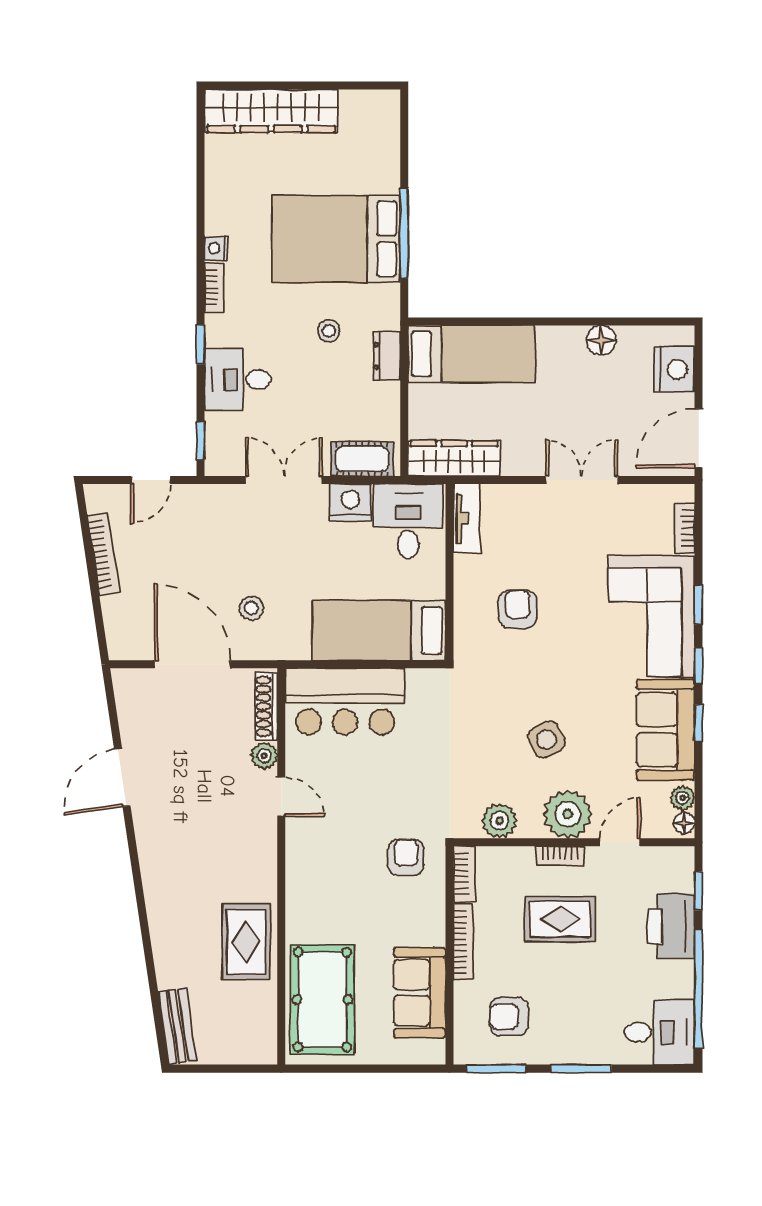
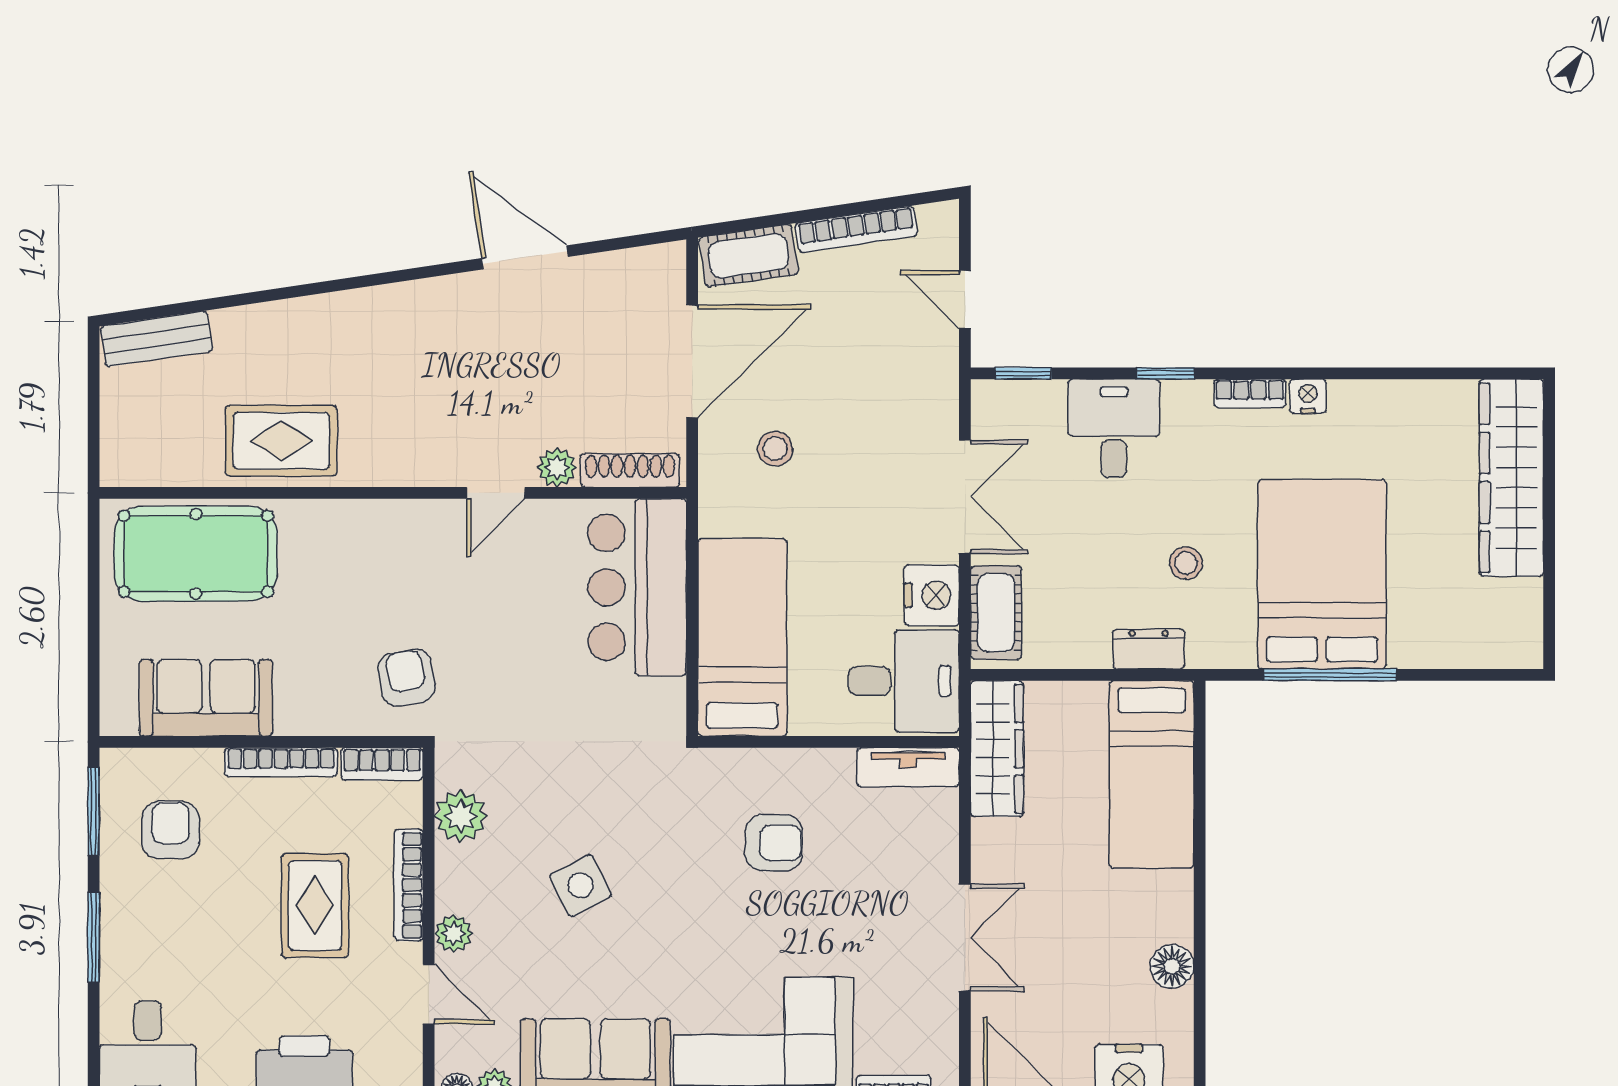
cot: (121, 626) -> (749, 256), added
plant: (568, 814) -> (454, 933), width x0.53, depth x0.53
bookcase: (560, 856) -> (409, 885), width x1.56
armchair: (406, 857) -> (407, 678), turned -101

